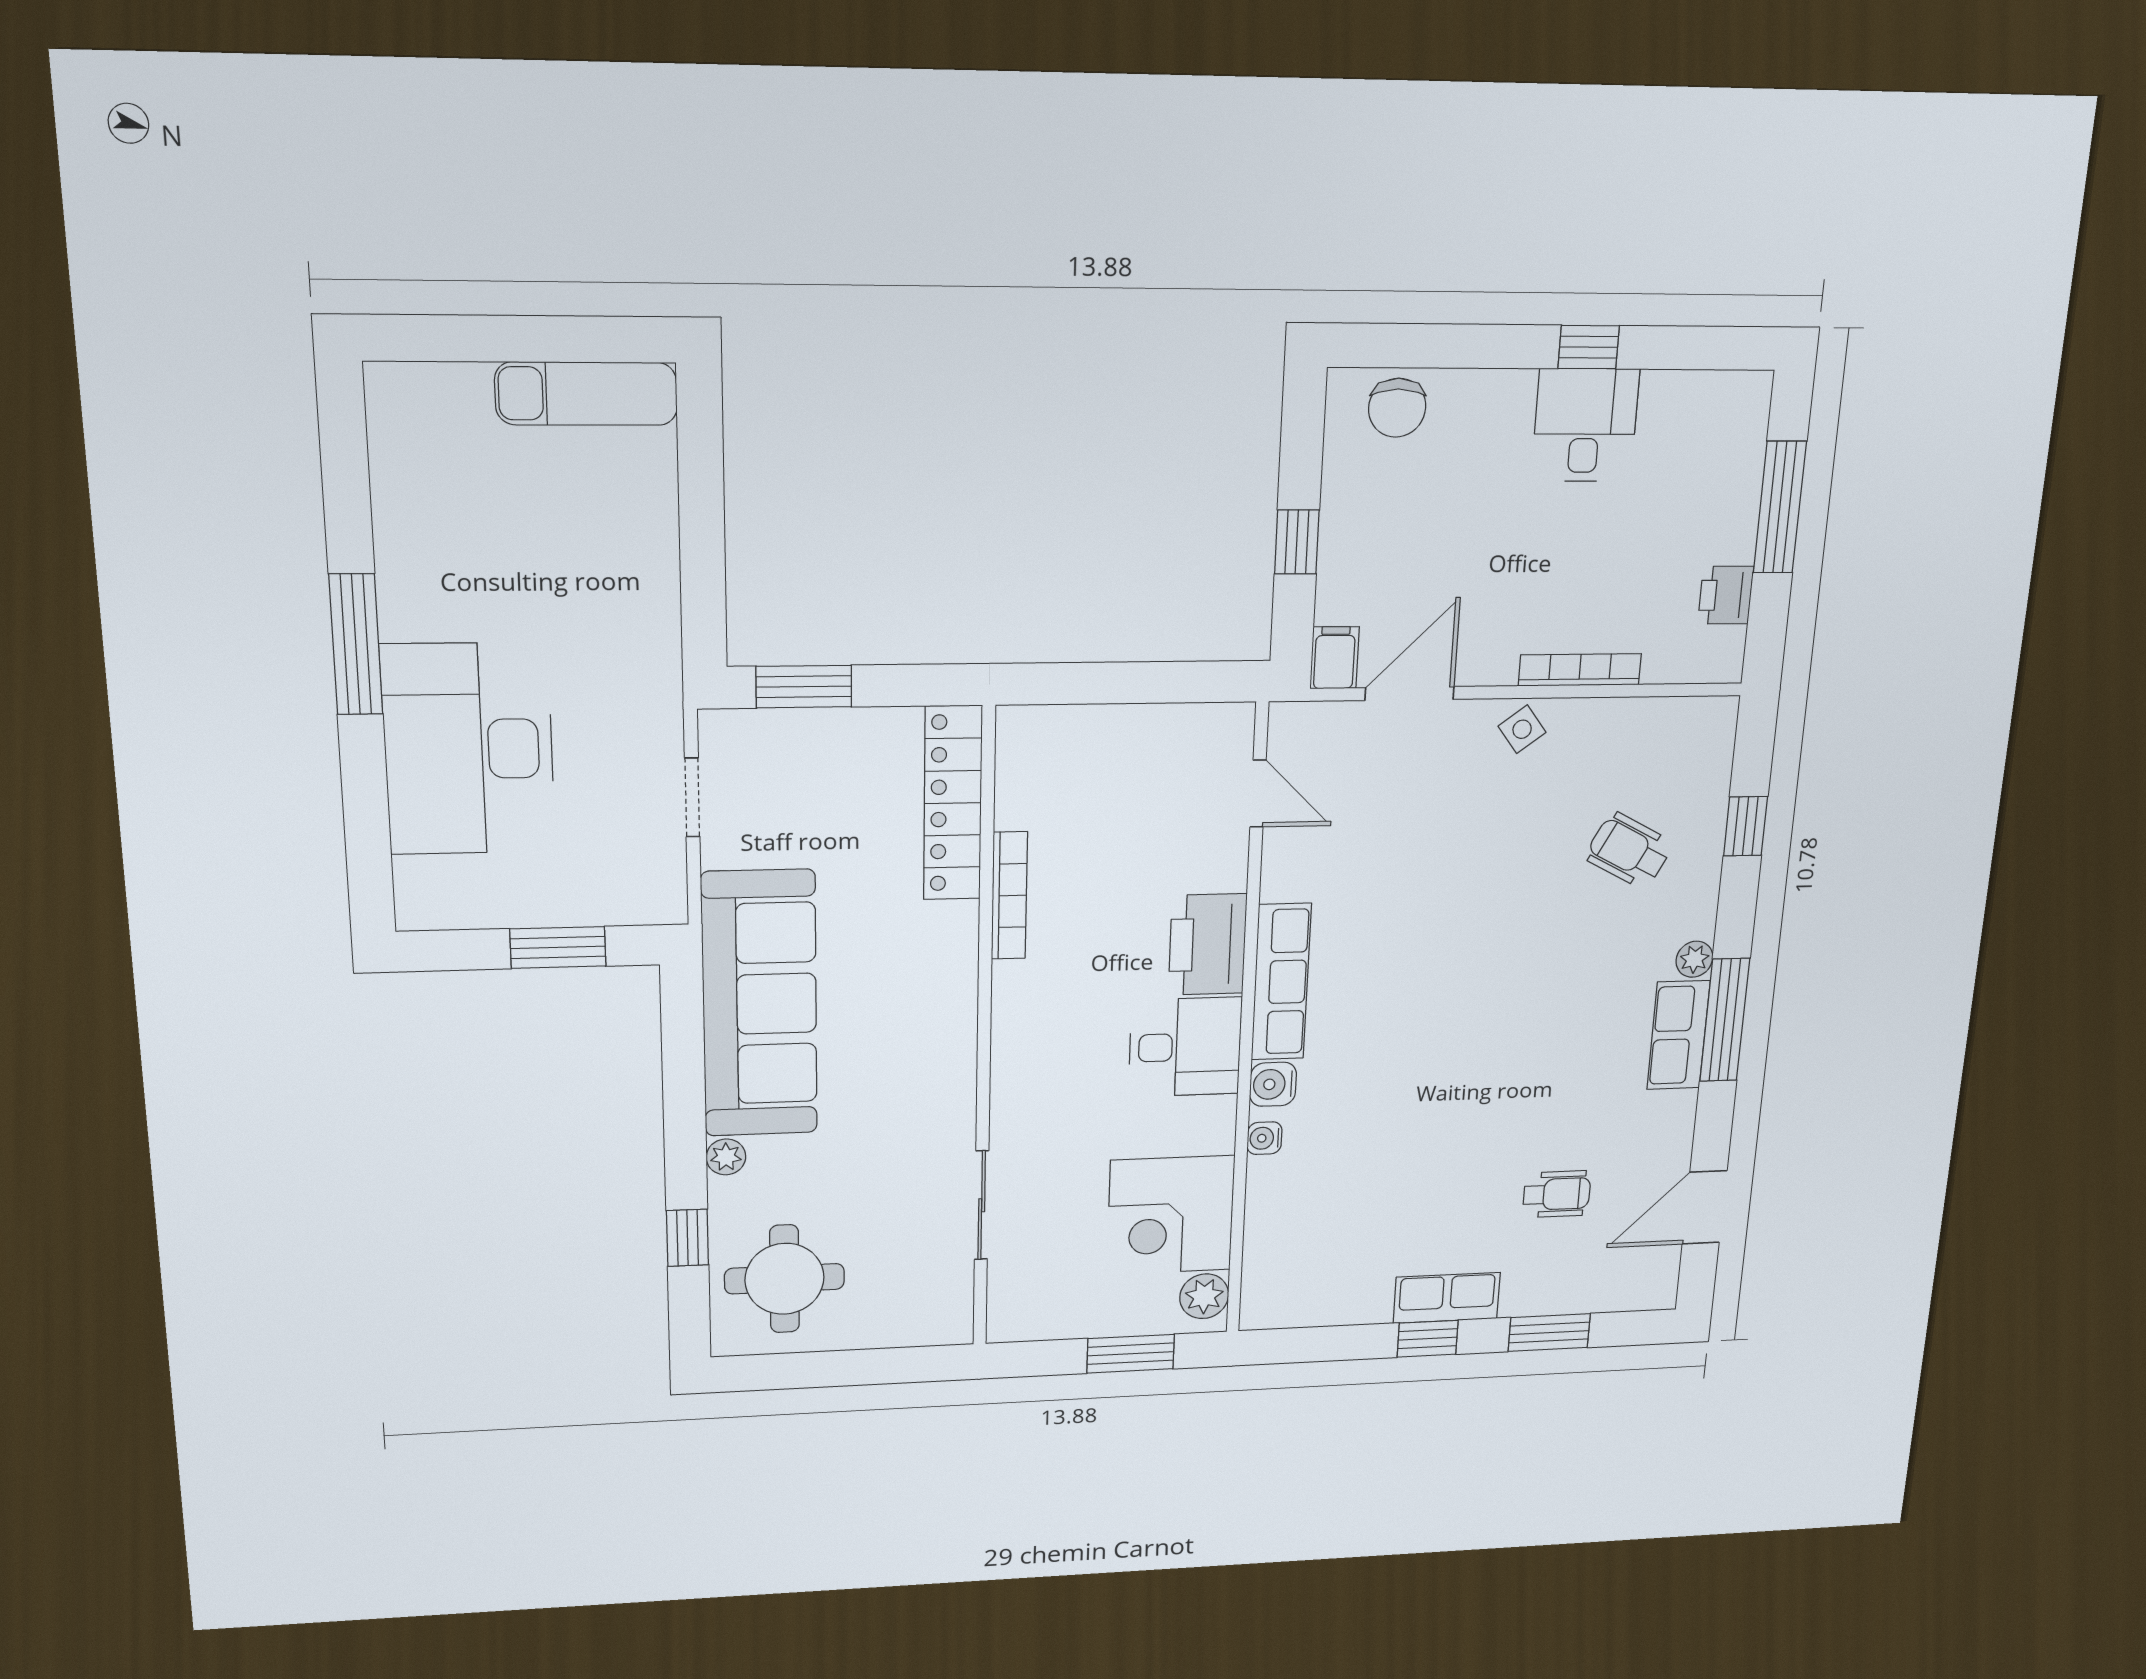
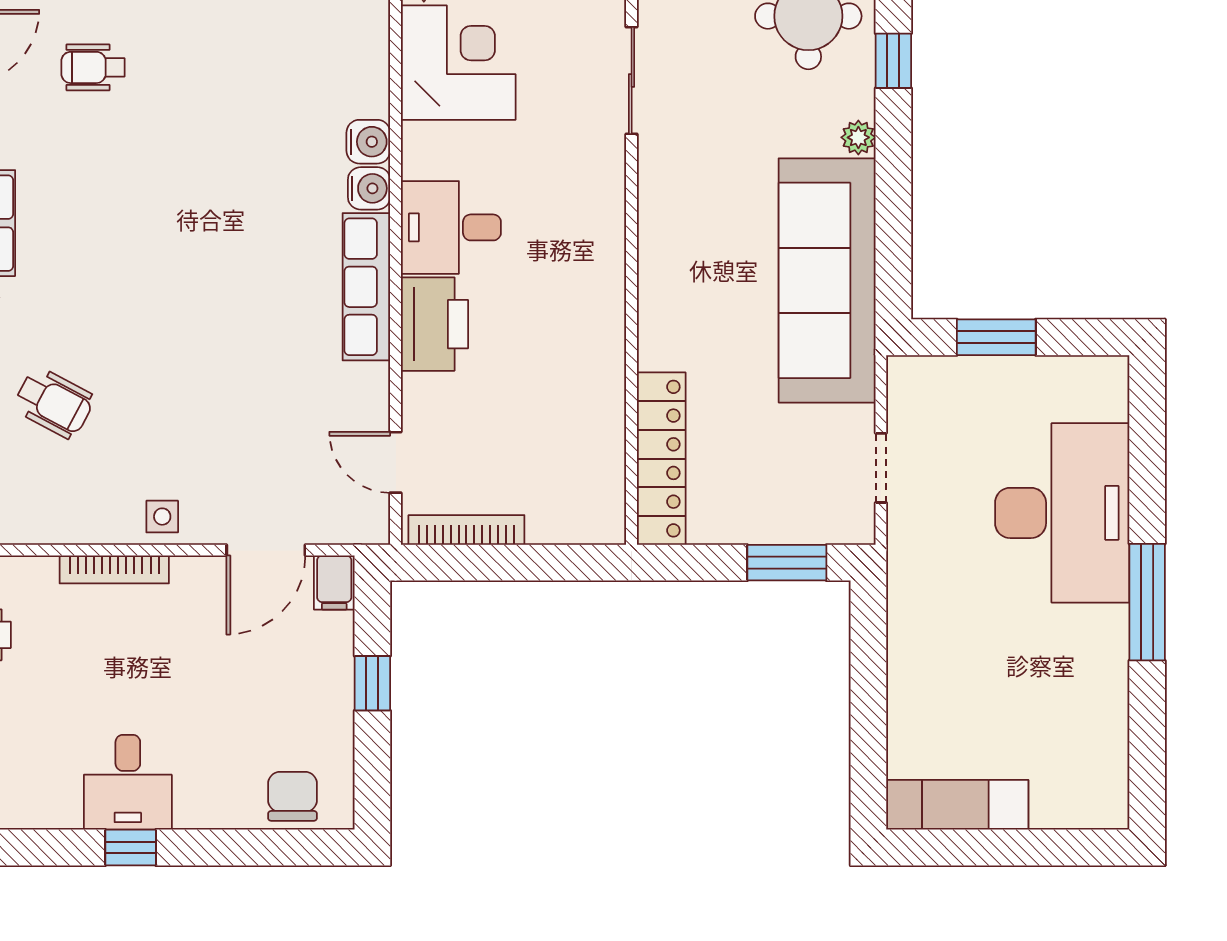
side table: (1522, 729) -> (162, 517), turned 37
bookcase: (1009, 896) -> (466, 530), moved, turned 90
water cooler: (1264, 1138) -> (368, 142), width x1.38, depth x1.38

